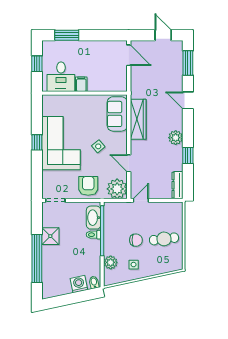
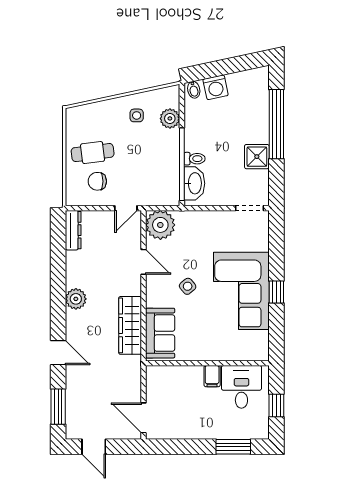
window: (188, 156) -> (58, 273), removed
armchair: (88, 186) -> (202, 229), removed
chair: (136, 240) -> (97, 181), moved

